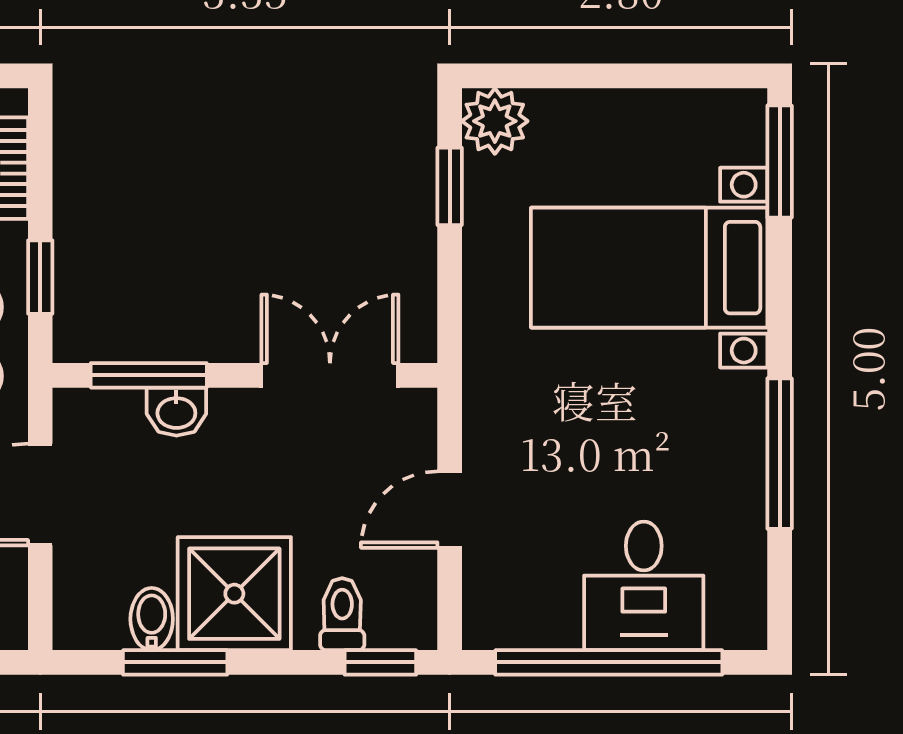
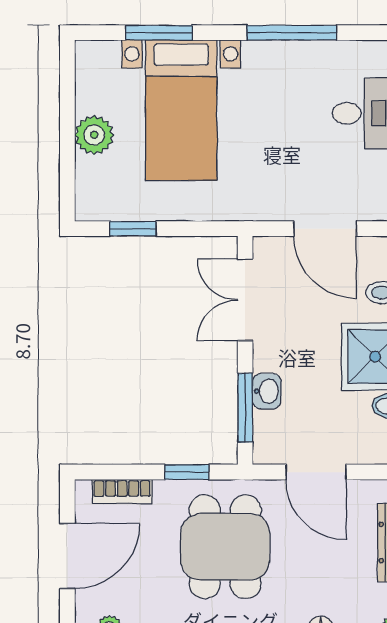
plant: (495, 121) -> (94, 135), moved
window: (780, 162) -> (159, 33), moved
door: (450, 510) -> (325, 229), width x1.38

